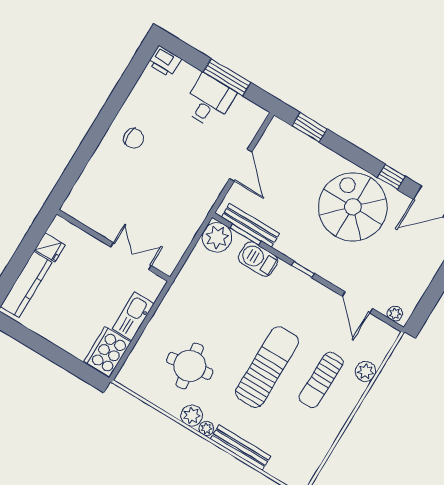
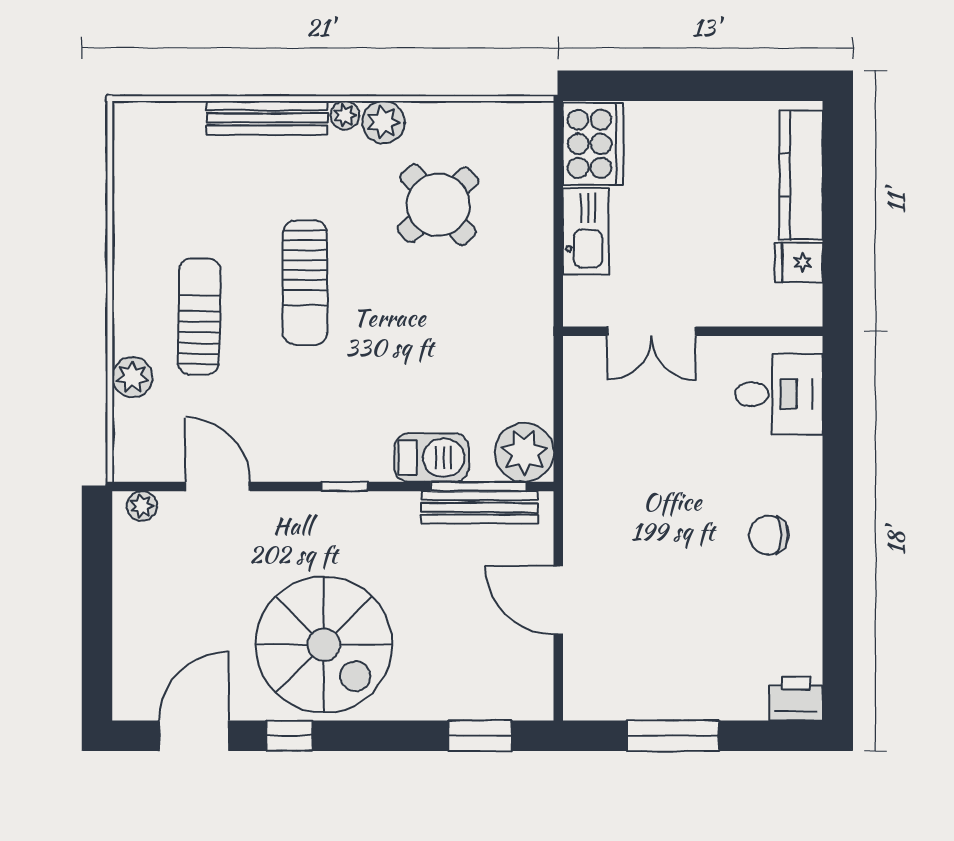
desk: (209, 101) -> (779, 394), moved, turned -90
window: (245, 235) -> (479, 486), width x1.44
round table: (190, 366) -> (438, 205), turned -34
sun lounger: (267, 367) -> (305, 283), width x0.73, depth x0.75

